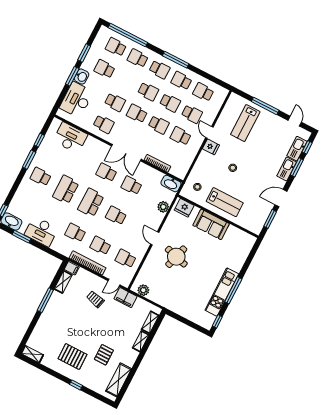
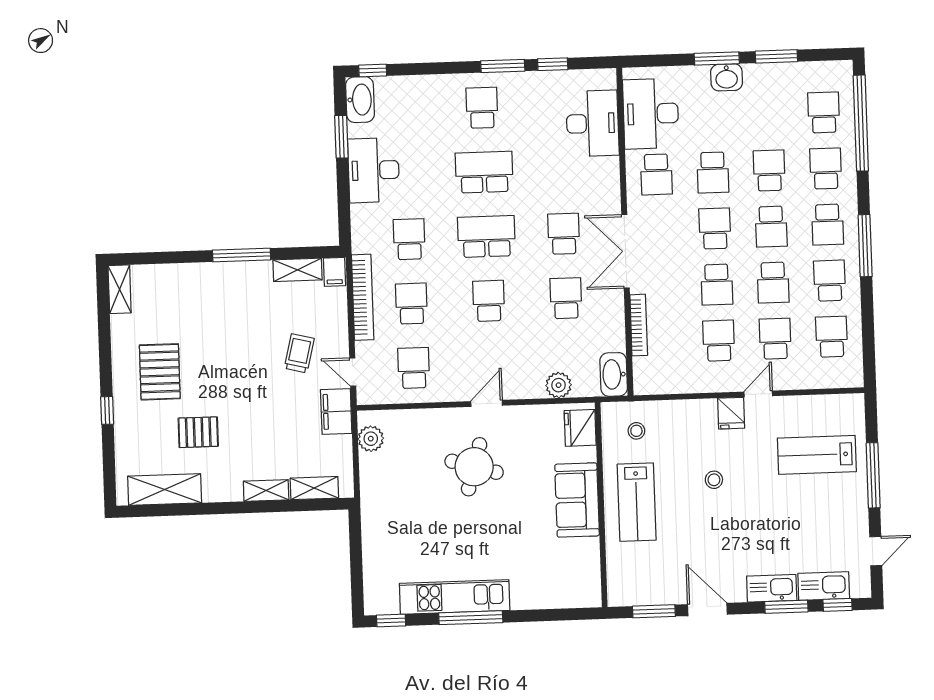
school desk: (104, 69) -> (769, 170), moved
desk: (76, 100) -> (651, 114), moved, turned -90
school desk: (192, 114) -> (775, 339), turned 180

